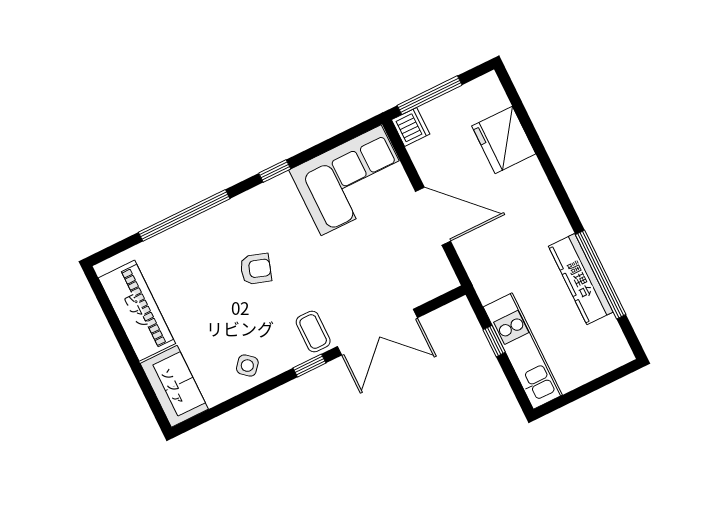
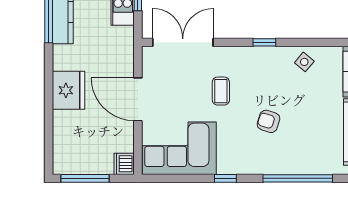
window: (430, 95) -> (85, 178), moved
fridge: (504, 140) -> (68, 90), moved
coffee table: (313, 332) -> (221, 91), moved
double door: (377, 332) -> (183, 42), moved

